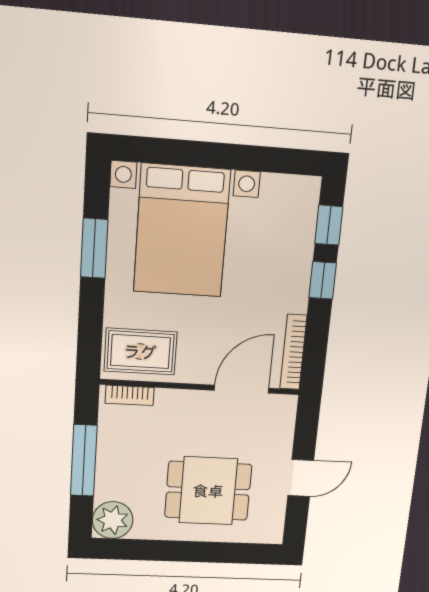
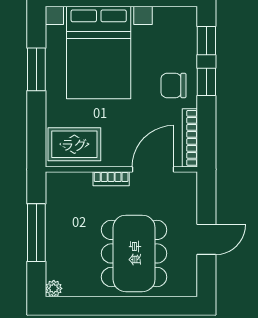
chair: (279, 282) -> (173, 85), added
bookcase: (130, 395) -> (111, 179), moved
dining table: (208, 491) -> (134, 253), width x1.38
plant: (113, 520) -> (54, 288), width x0.53, depth x0.53

